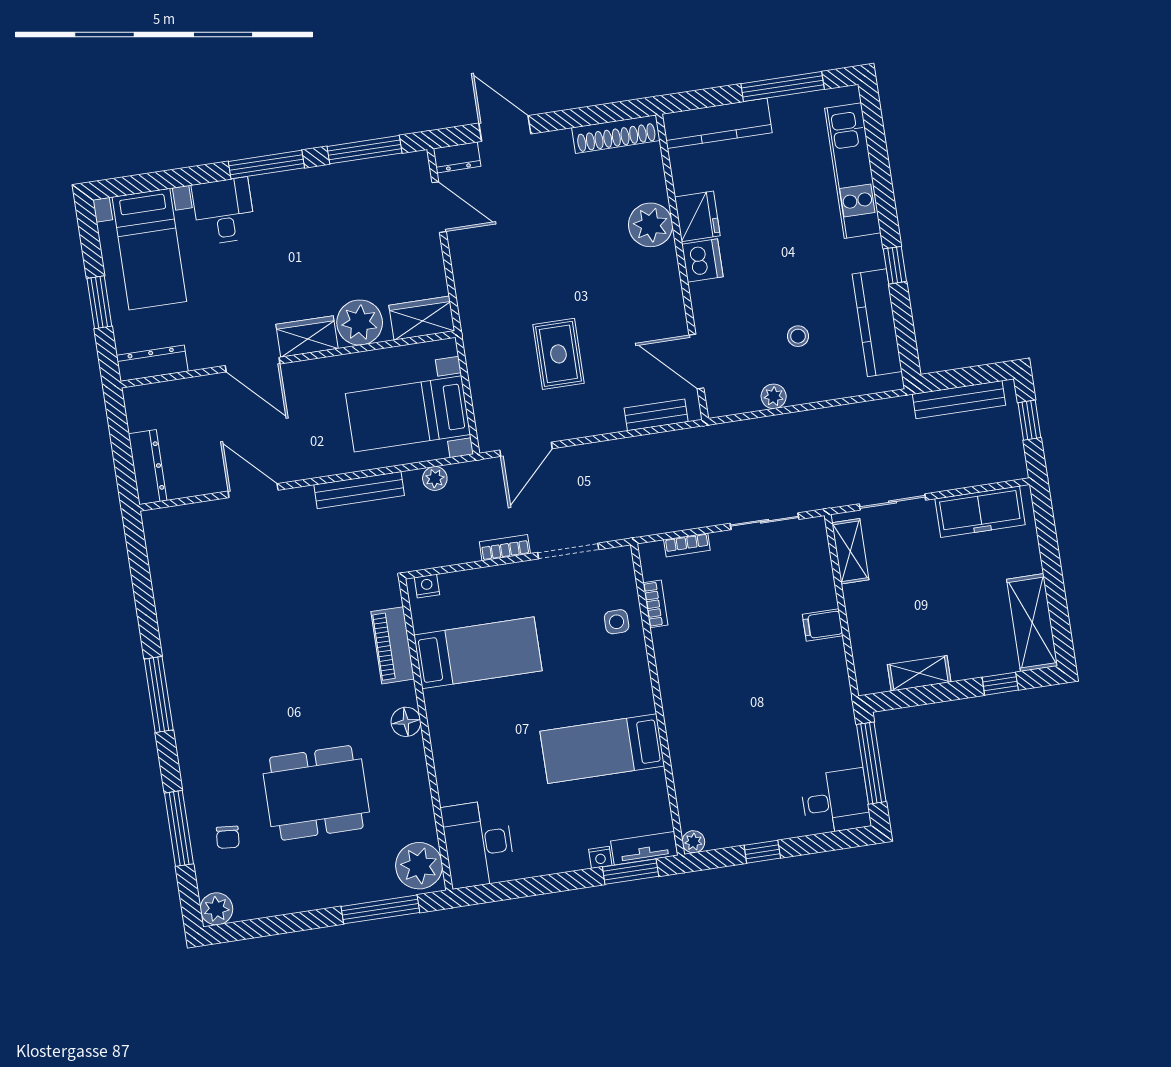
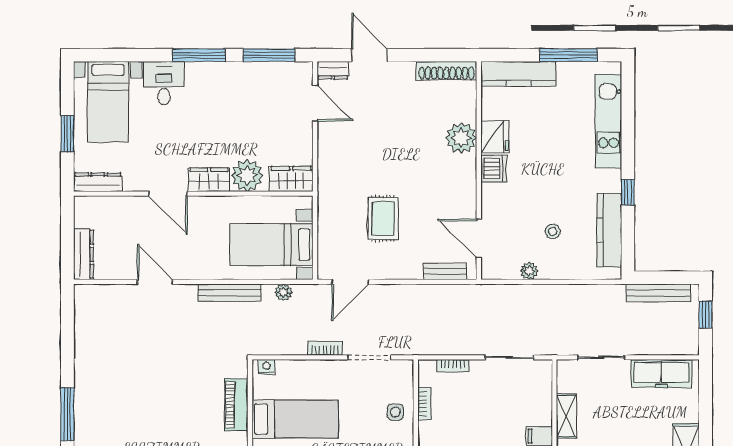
shelving: (850, 551) -> (566, 416), moved

